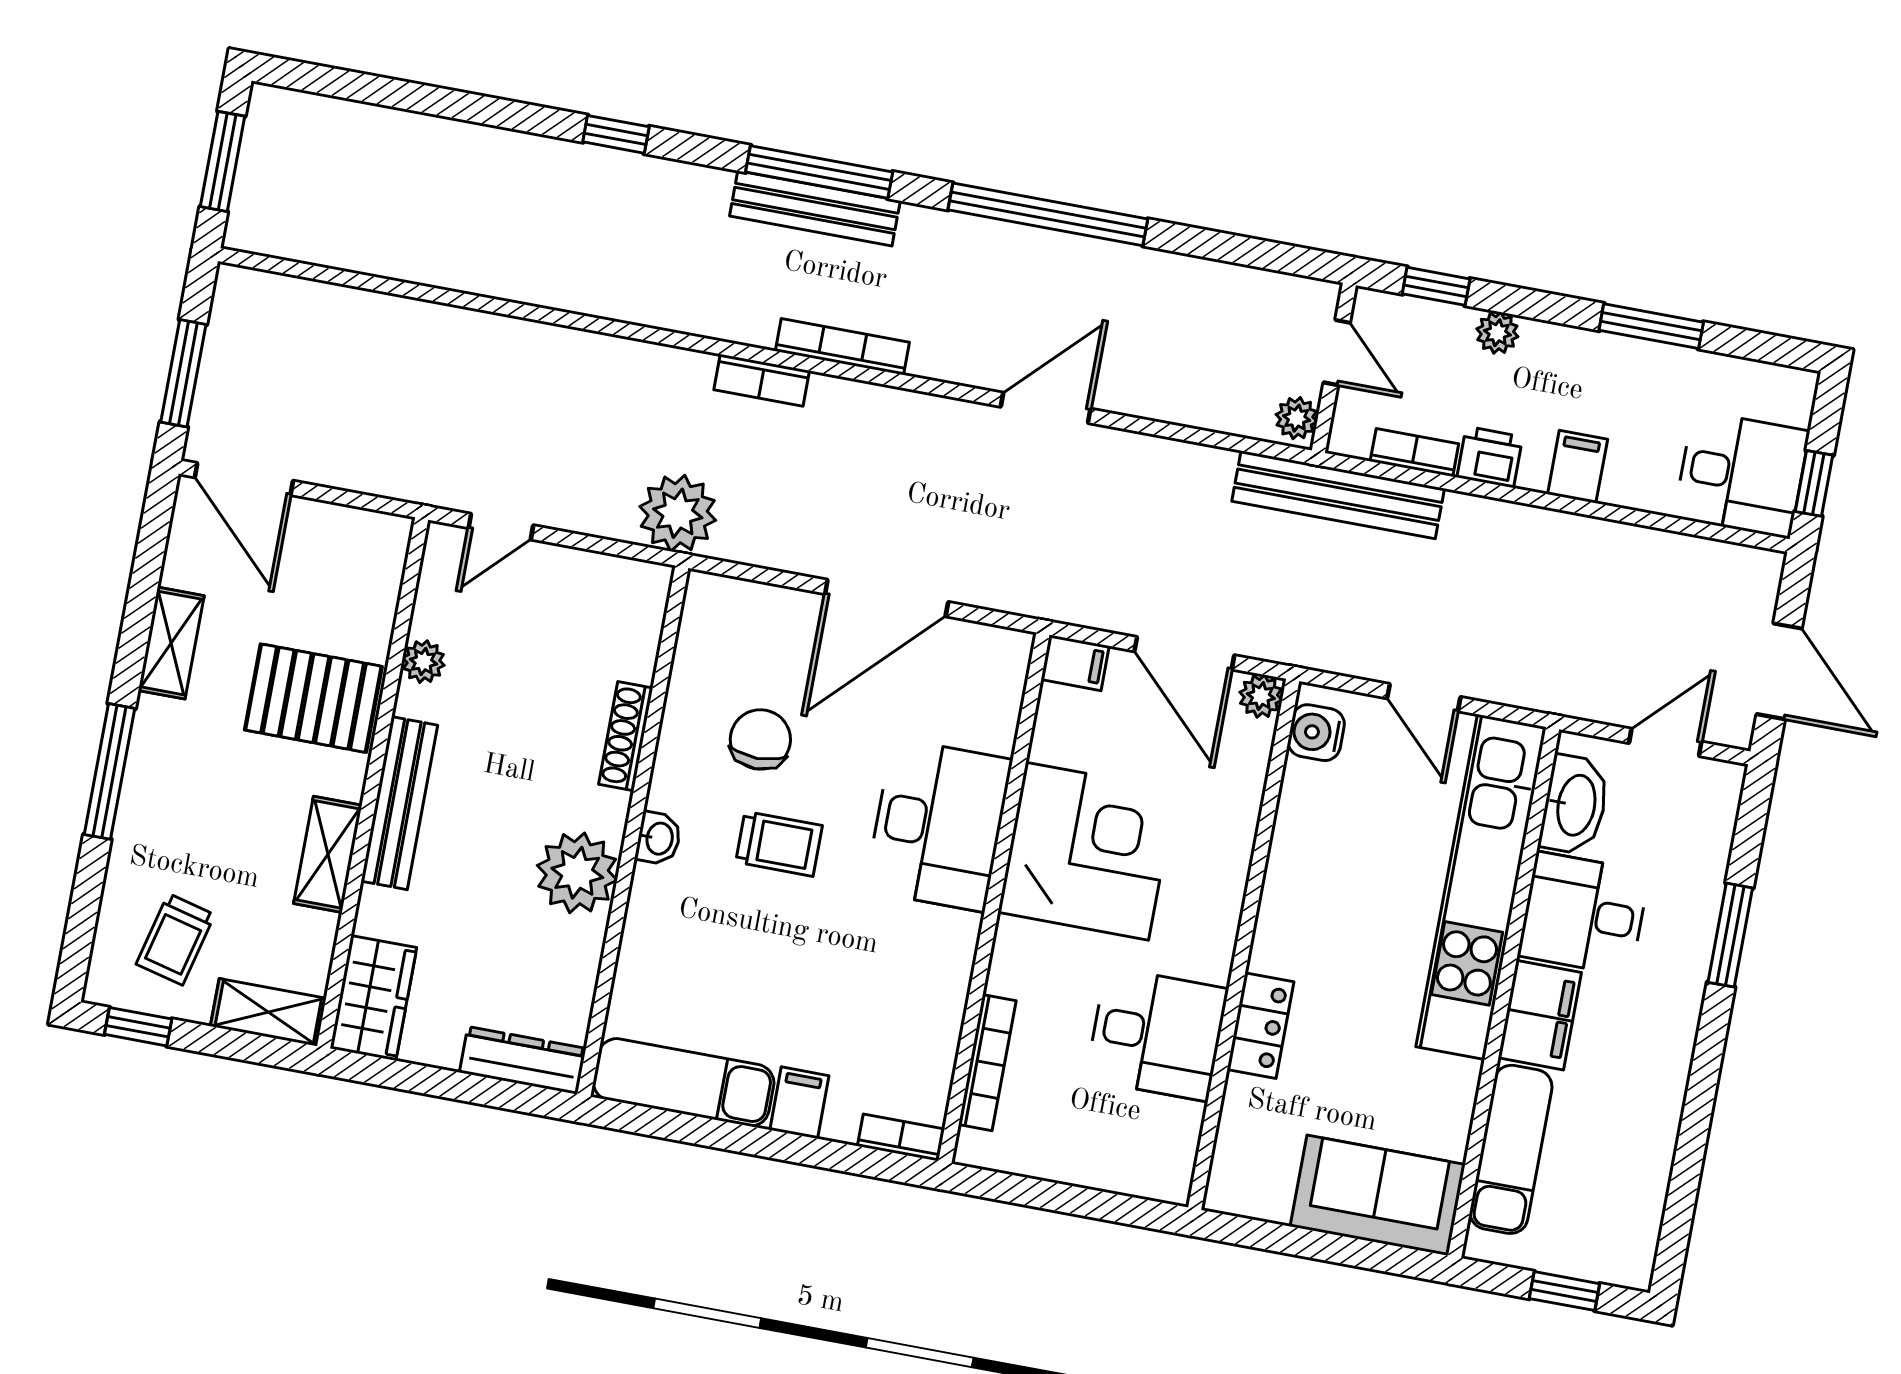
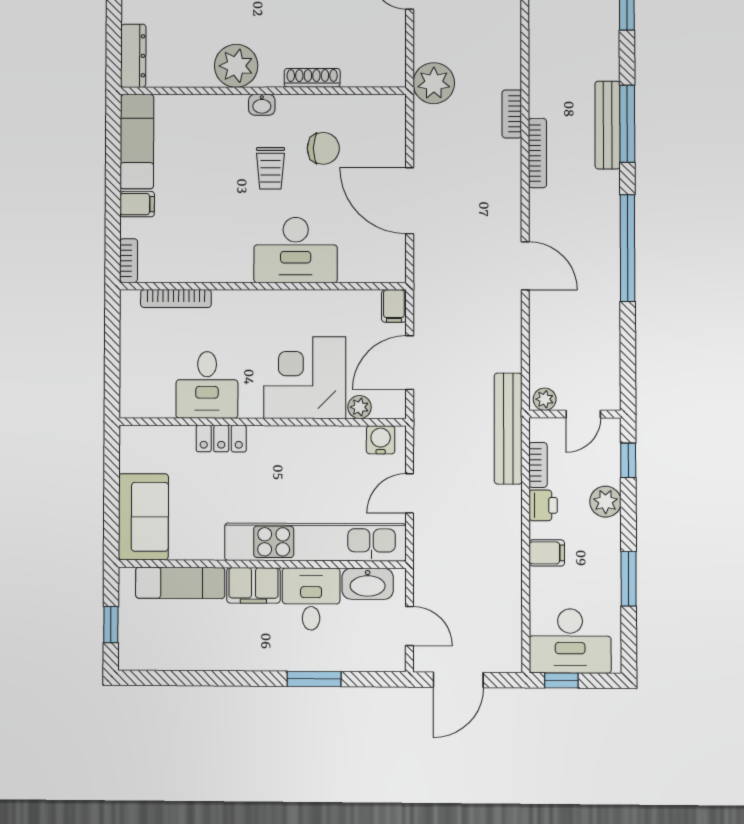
plant: (1497, 333) -> (605, 502), width x1.38, depth x1.38
desk: (1742, 474) -> (570, 641), width x1.37
plant: (1261, 696) -> (359, 407), moved
corner desk: (1087, 851) -> (305, 378), moved, turned 180

